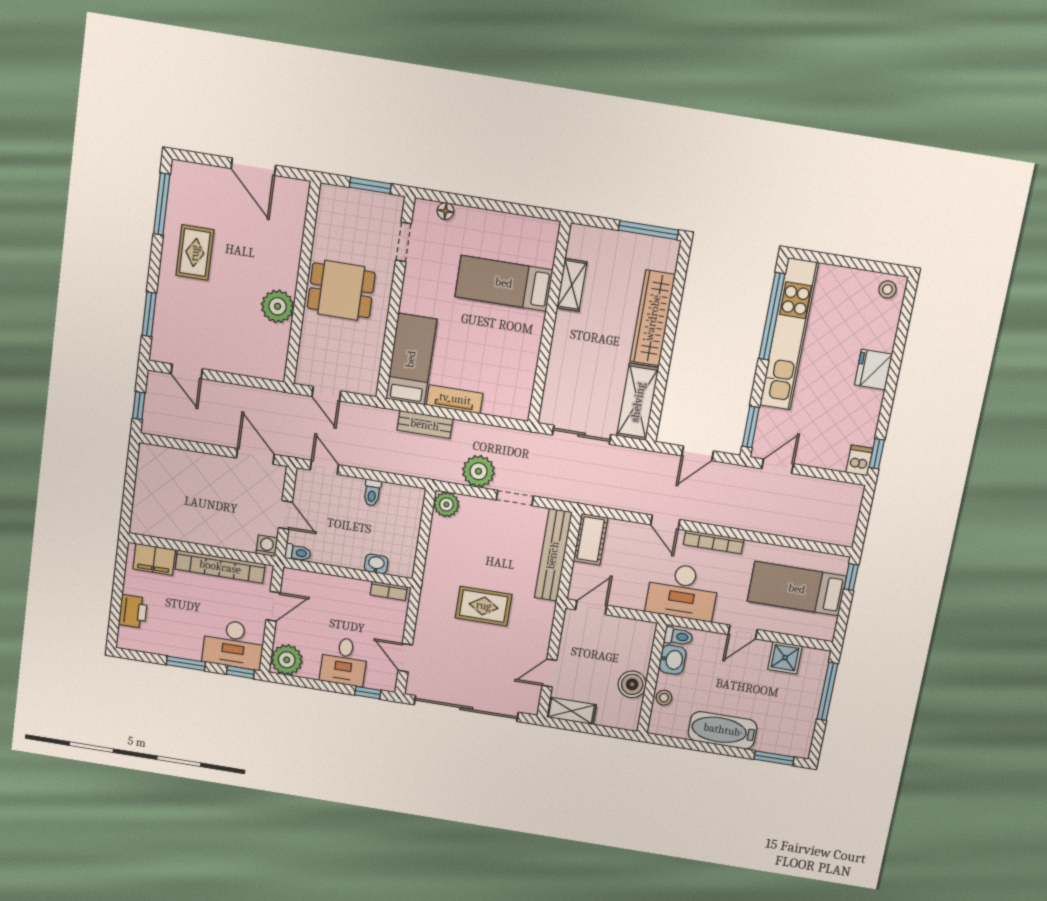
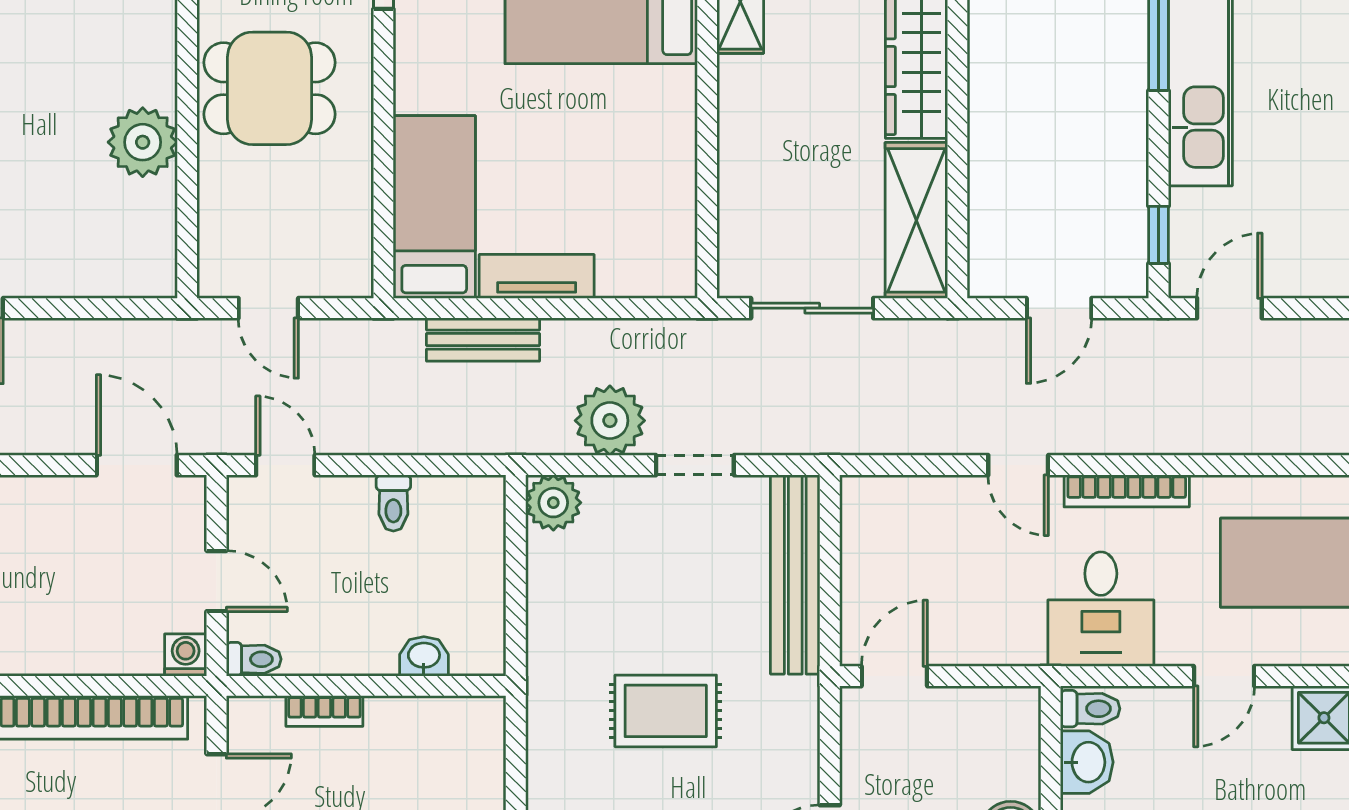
window: (751, 427) -> (1159, 235), width x0.67
cot: (591, 539) -> (868, 528), removed
bookcase: (389, 591) -> (324, 711), moved
desk: (682, 592) -> (1101, 609), width x0.73

